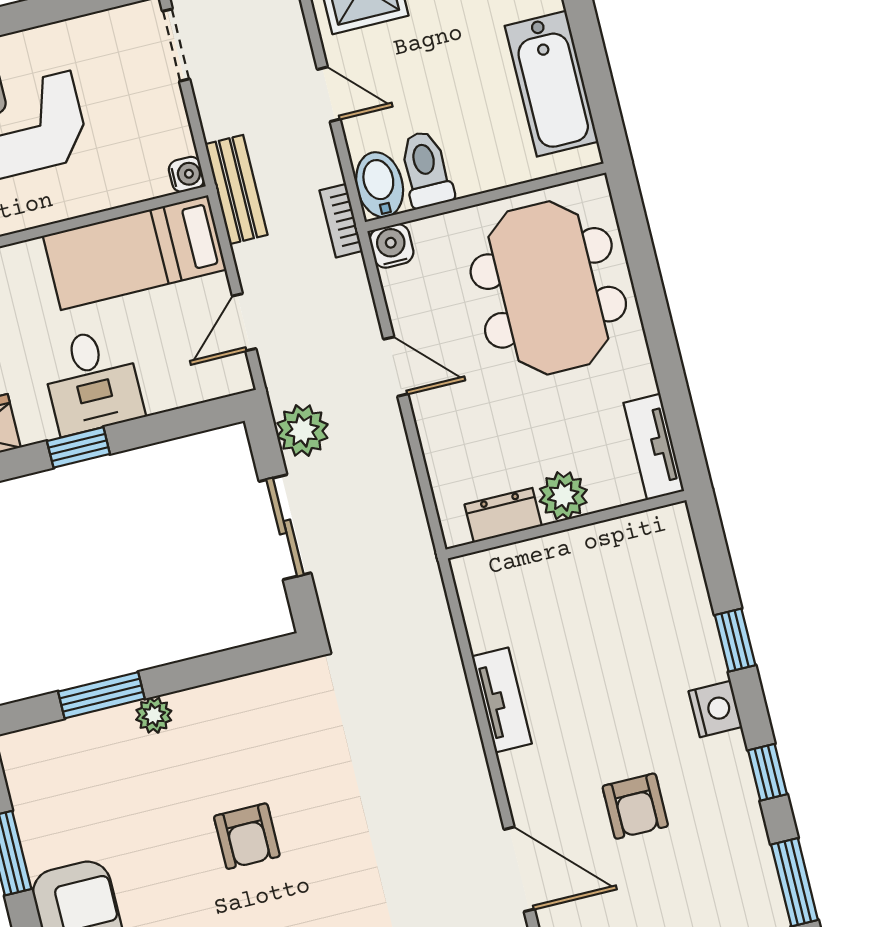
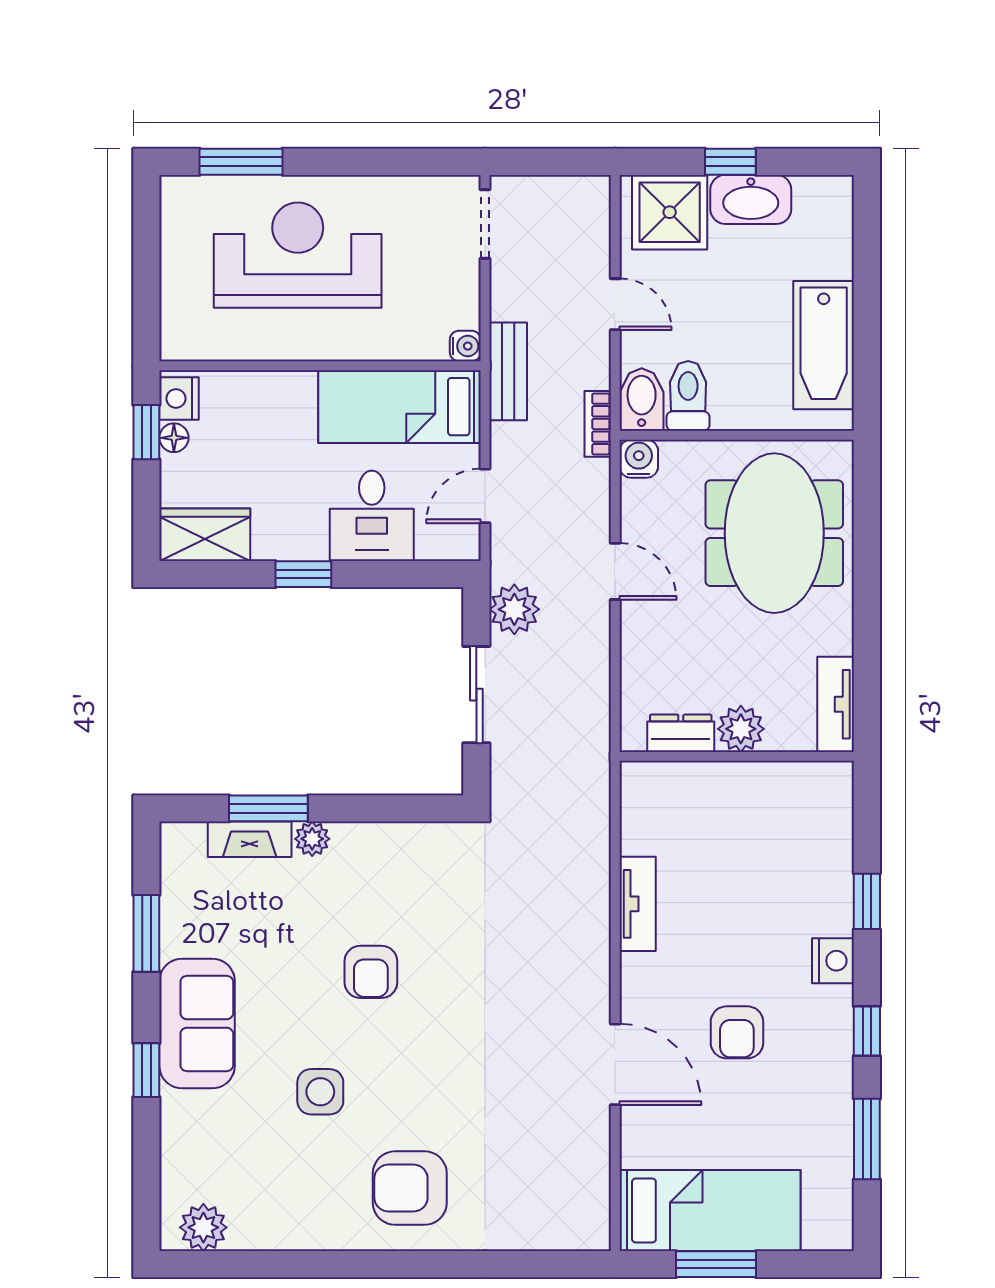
desk: (92, 381) -> (372, 516), moved
fireplace: (90, 731) -> (250, 839), added

